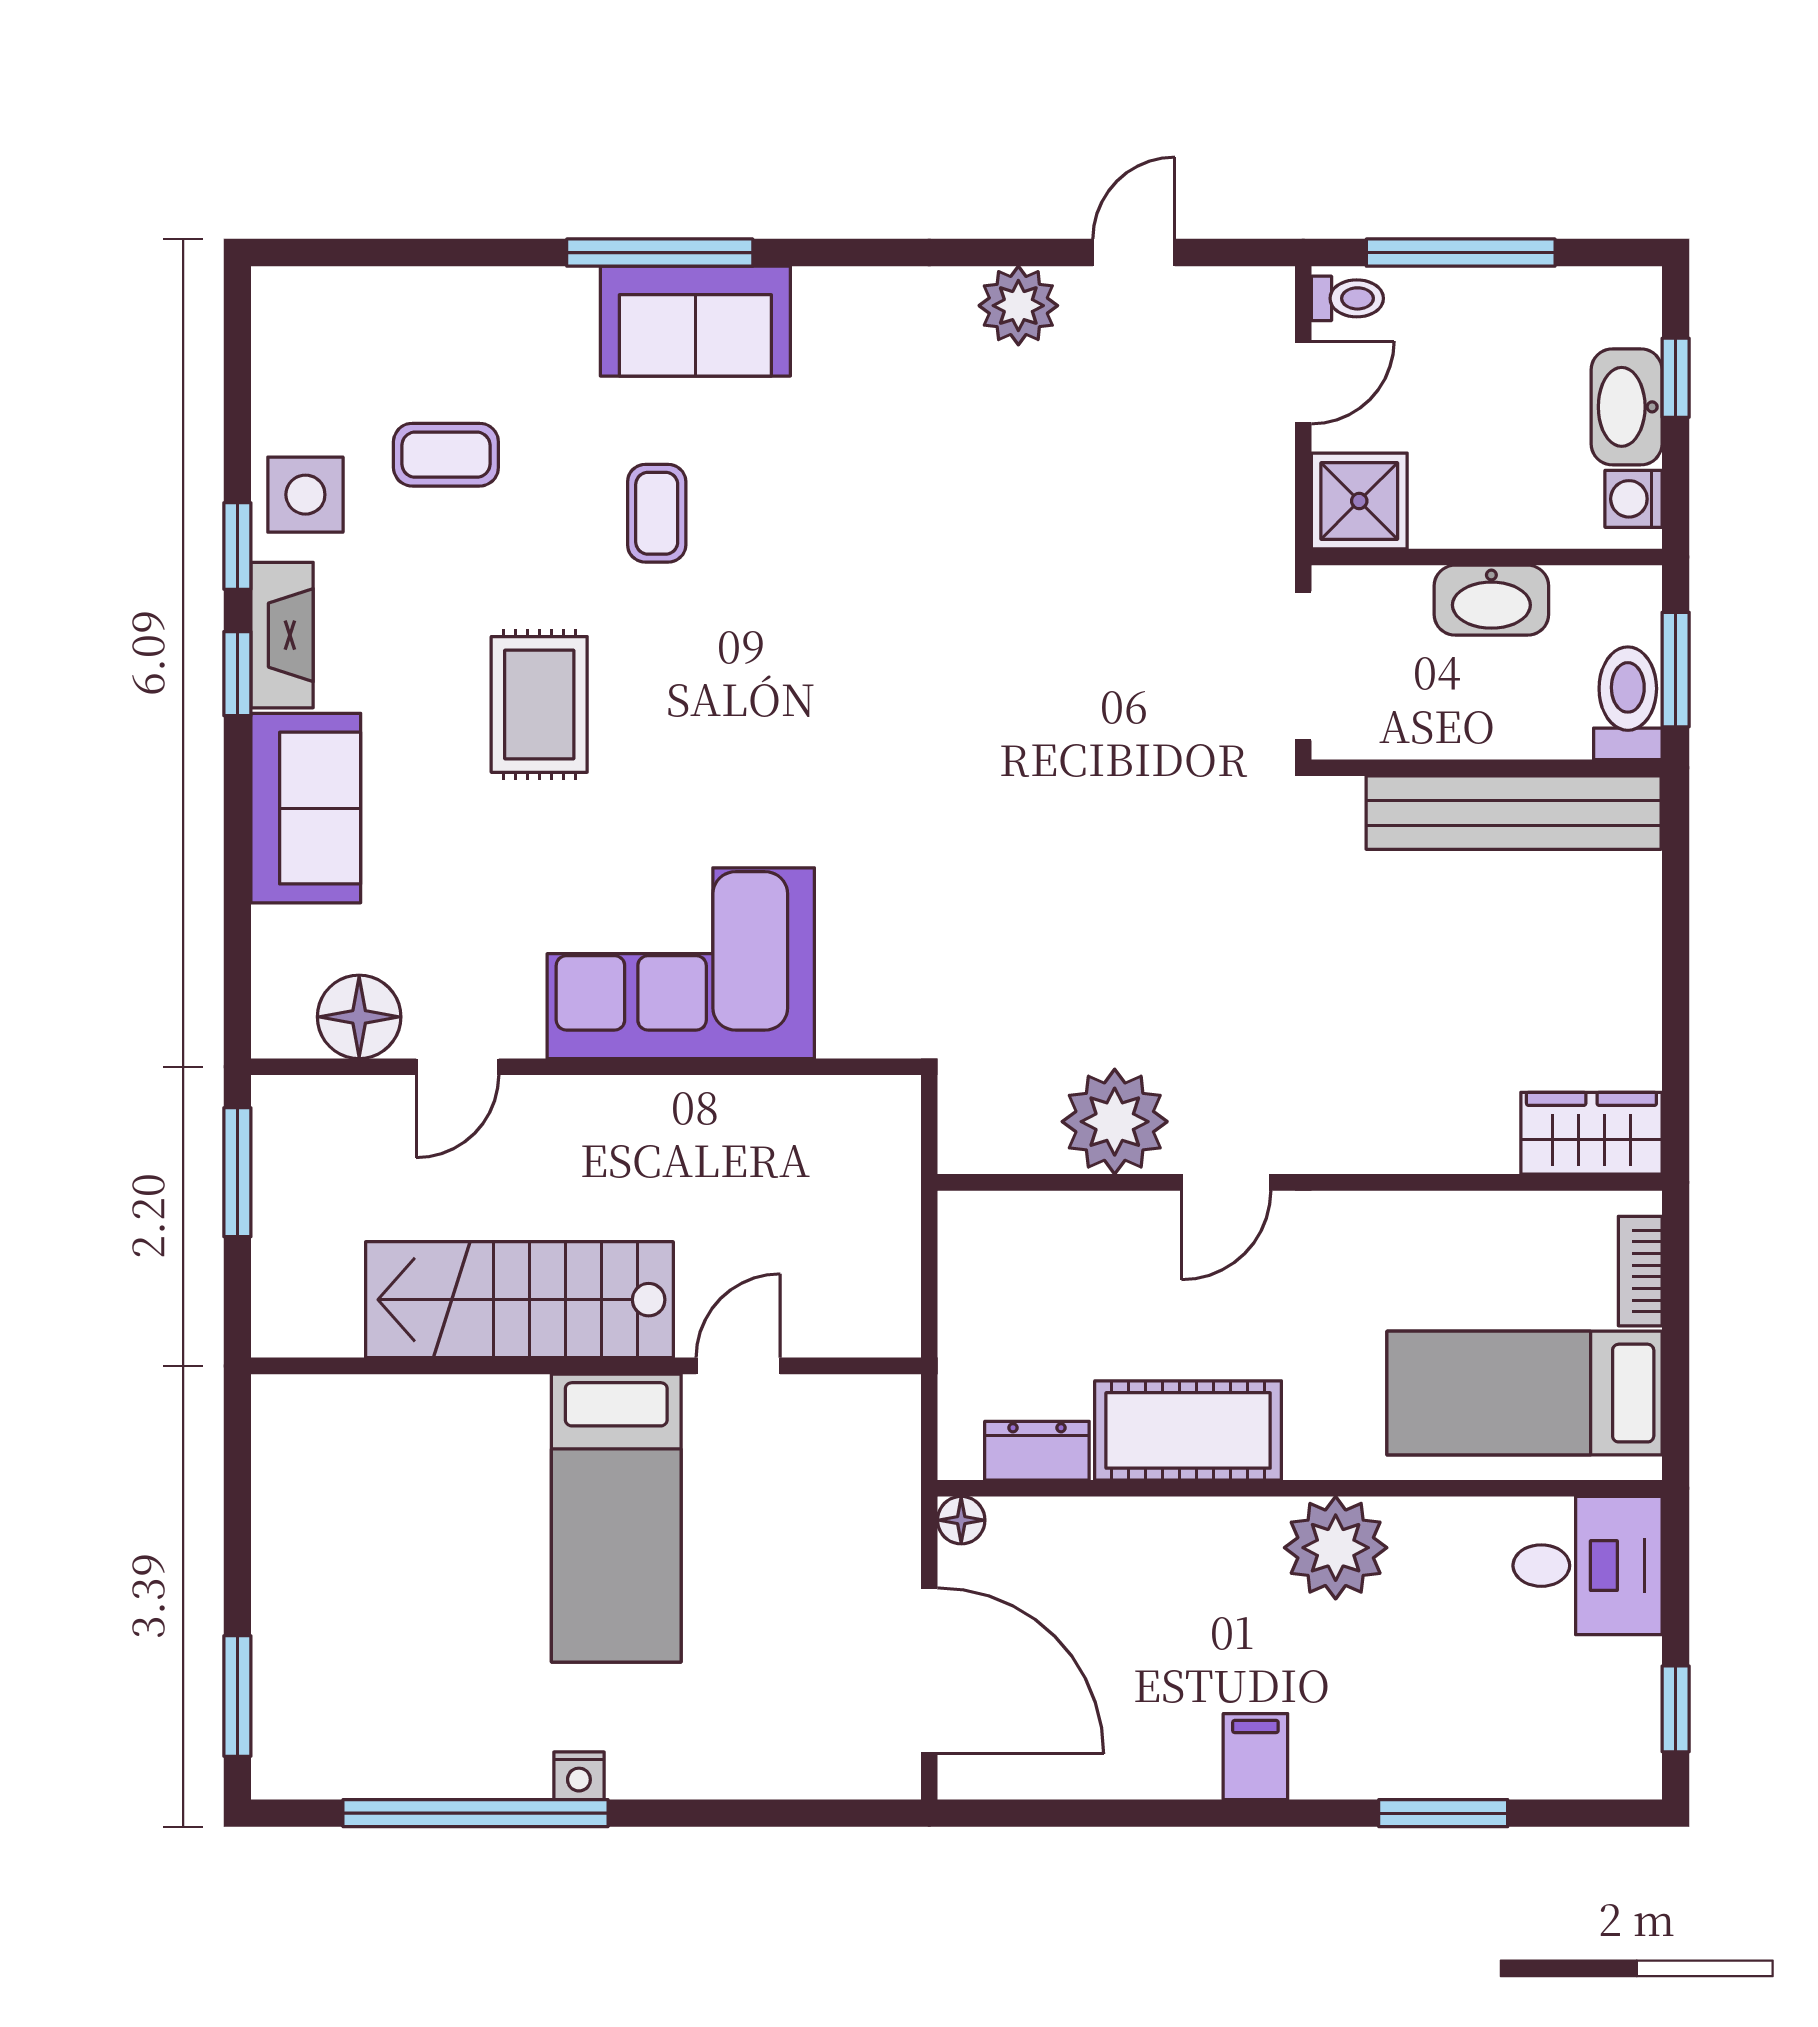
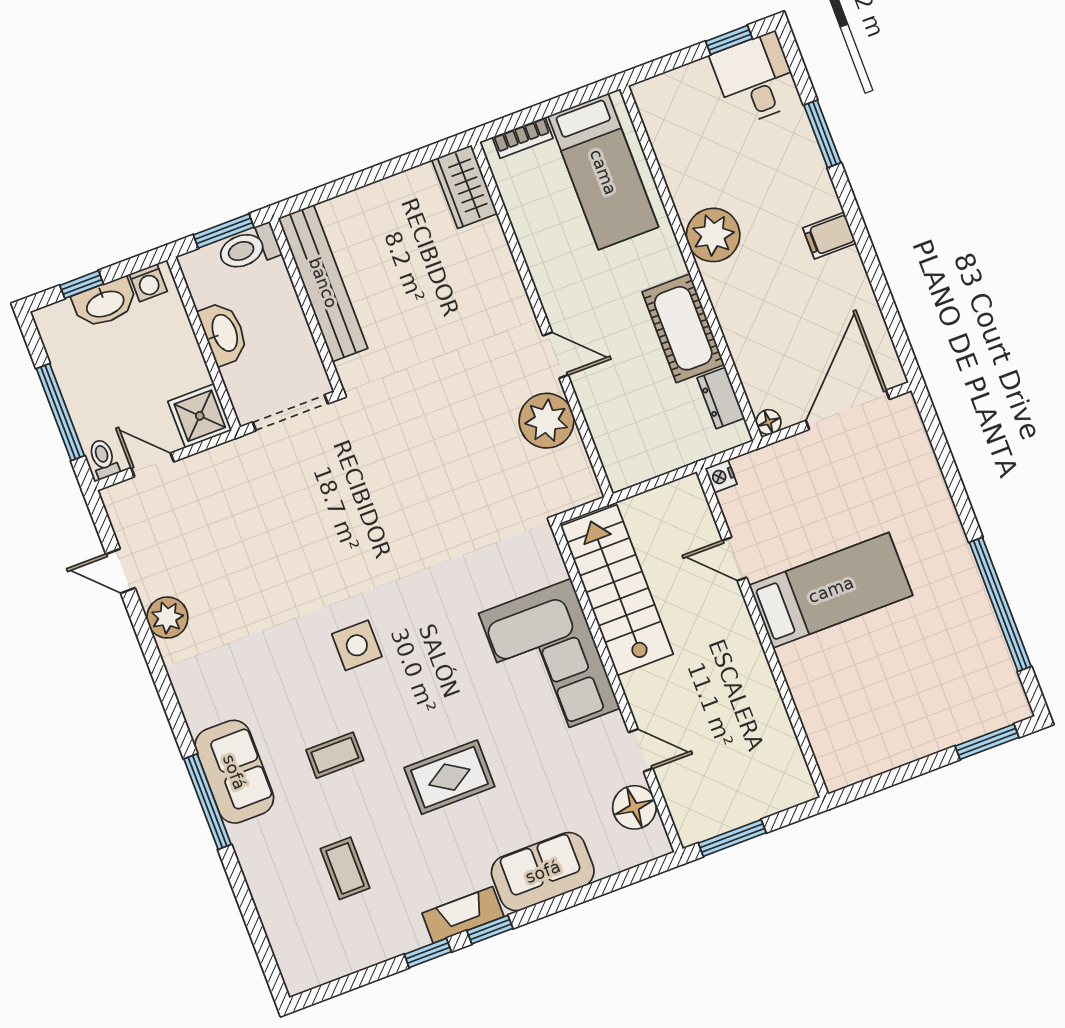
side table: (305, 495) -> (357, 645), moved
stairs: (519, 1300) -> (617, 590), moved, turned 180
desk: (1587, 1566) -> (756, 79), moved
nightstand: (579, 1776) -> (721, 476), moved, turned 180

